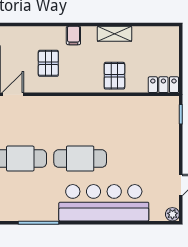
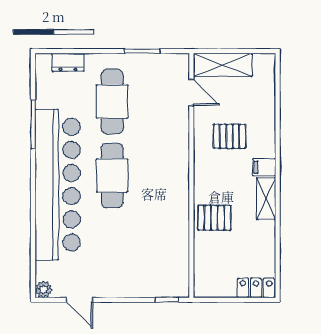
shelving: (114, 34) -> (266, 199), moved
locker: (163, 85) -> (256, 288), moved, turned -90
bar counter: (104, 203) -> (58, 185), width x1.36

